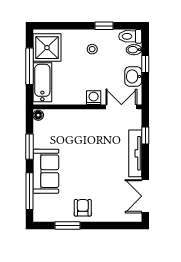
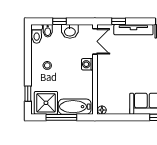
window: (104, 26) -> (28, 94), moved
double door: (121, 107) -> (95, 41), swing flipped
window: (29, 147) -> (128, 117), removed

